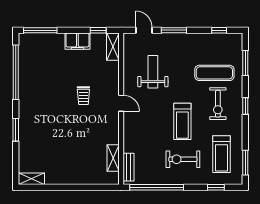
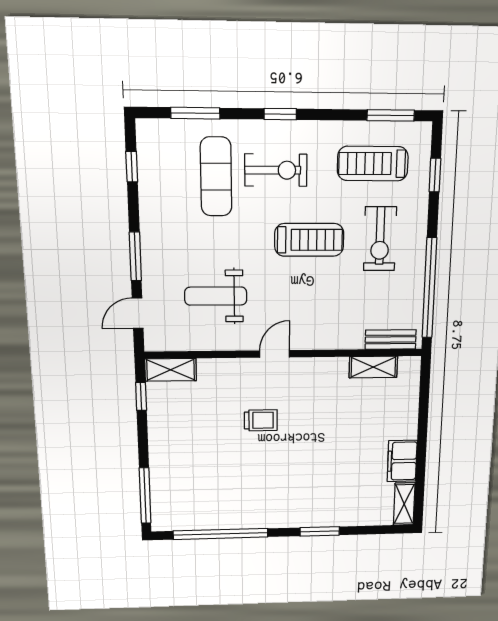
filing cabinet: (77, 41) -> (402, 461), moved, turned 180
treadmill: (221, 154) -> (373, 164), turned 180

